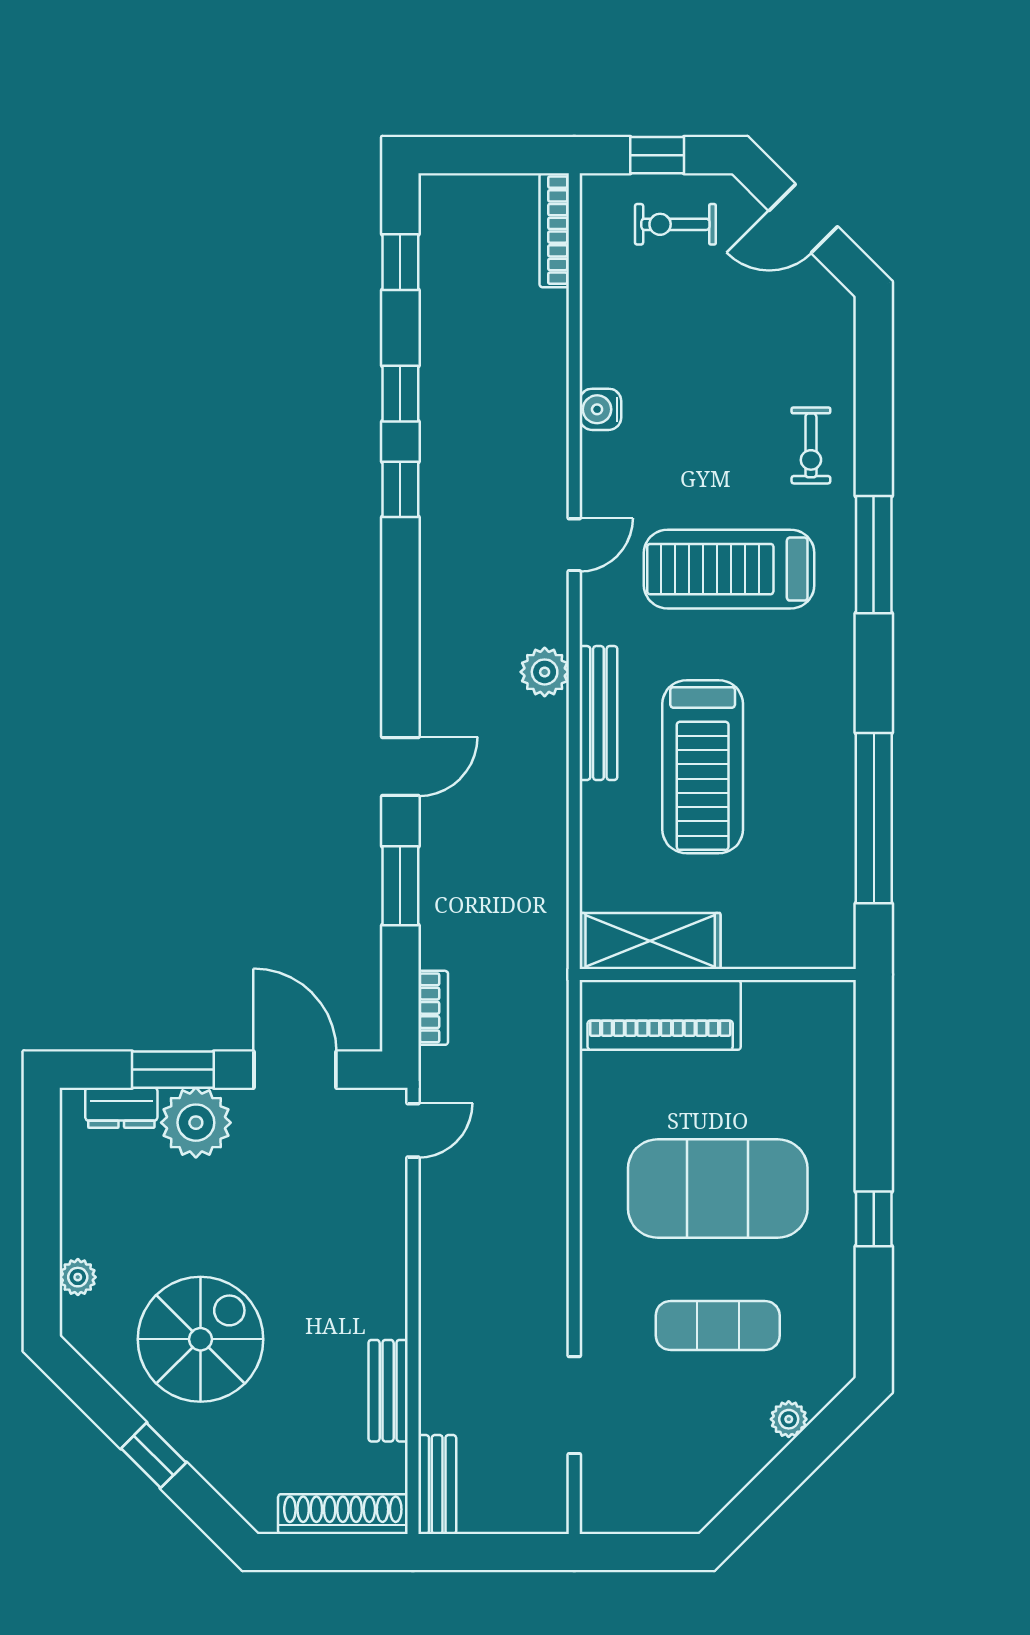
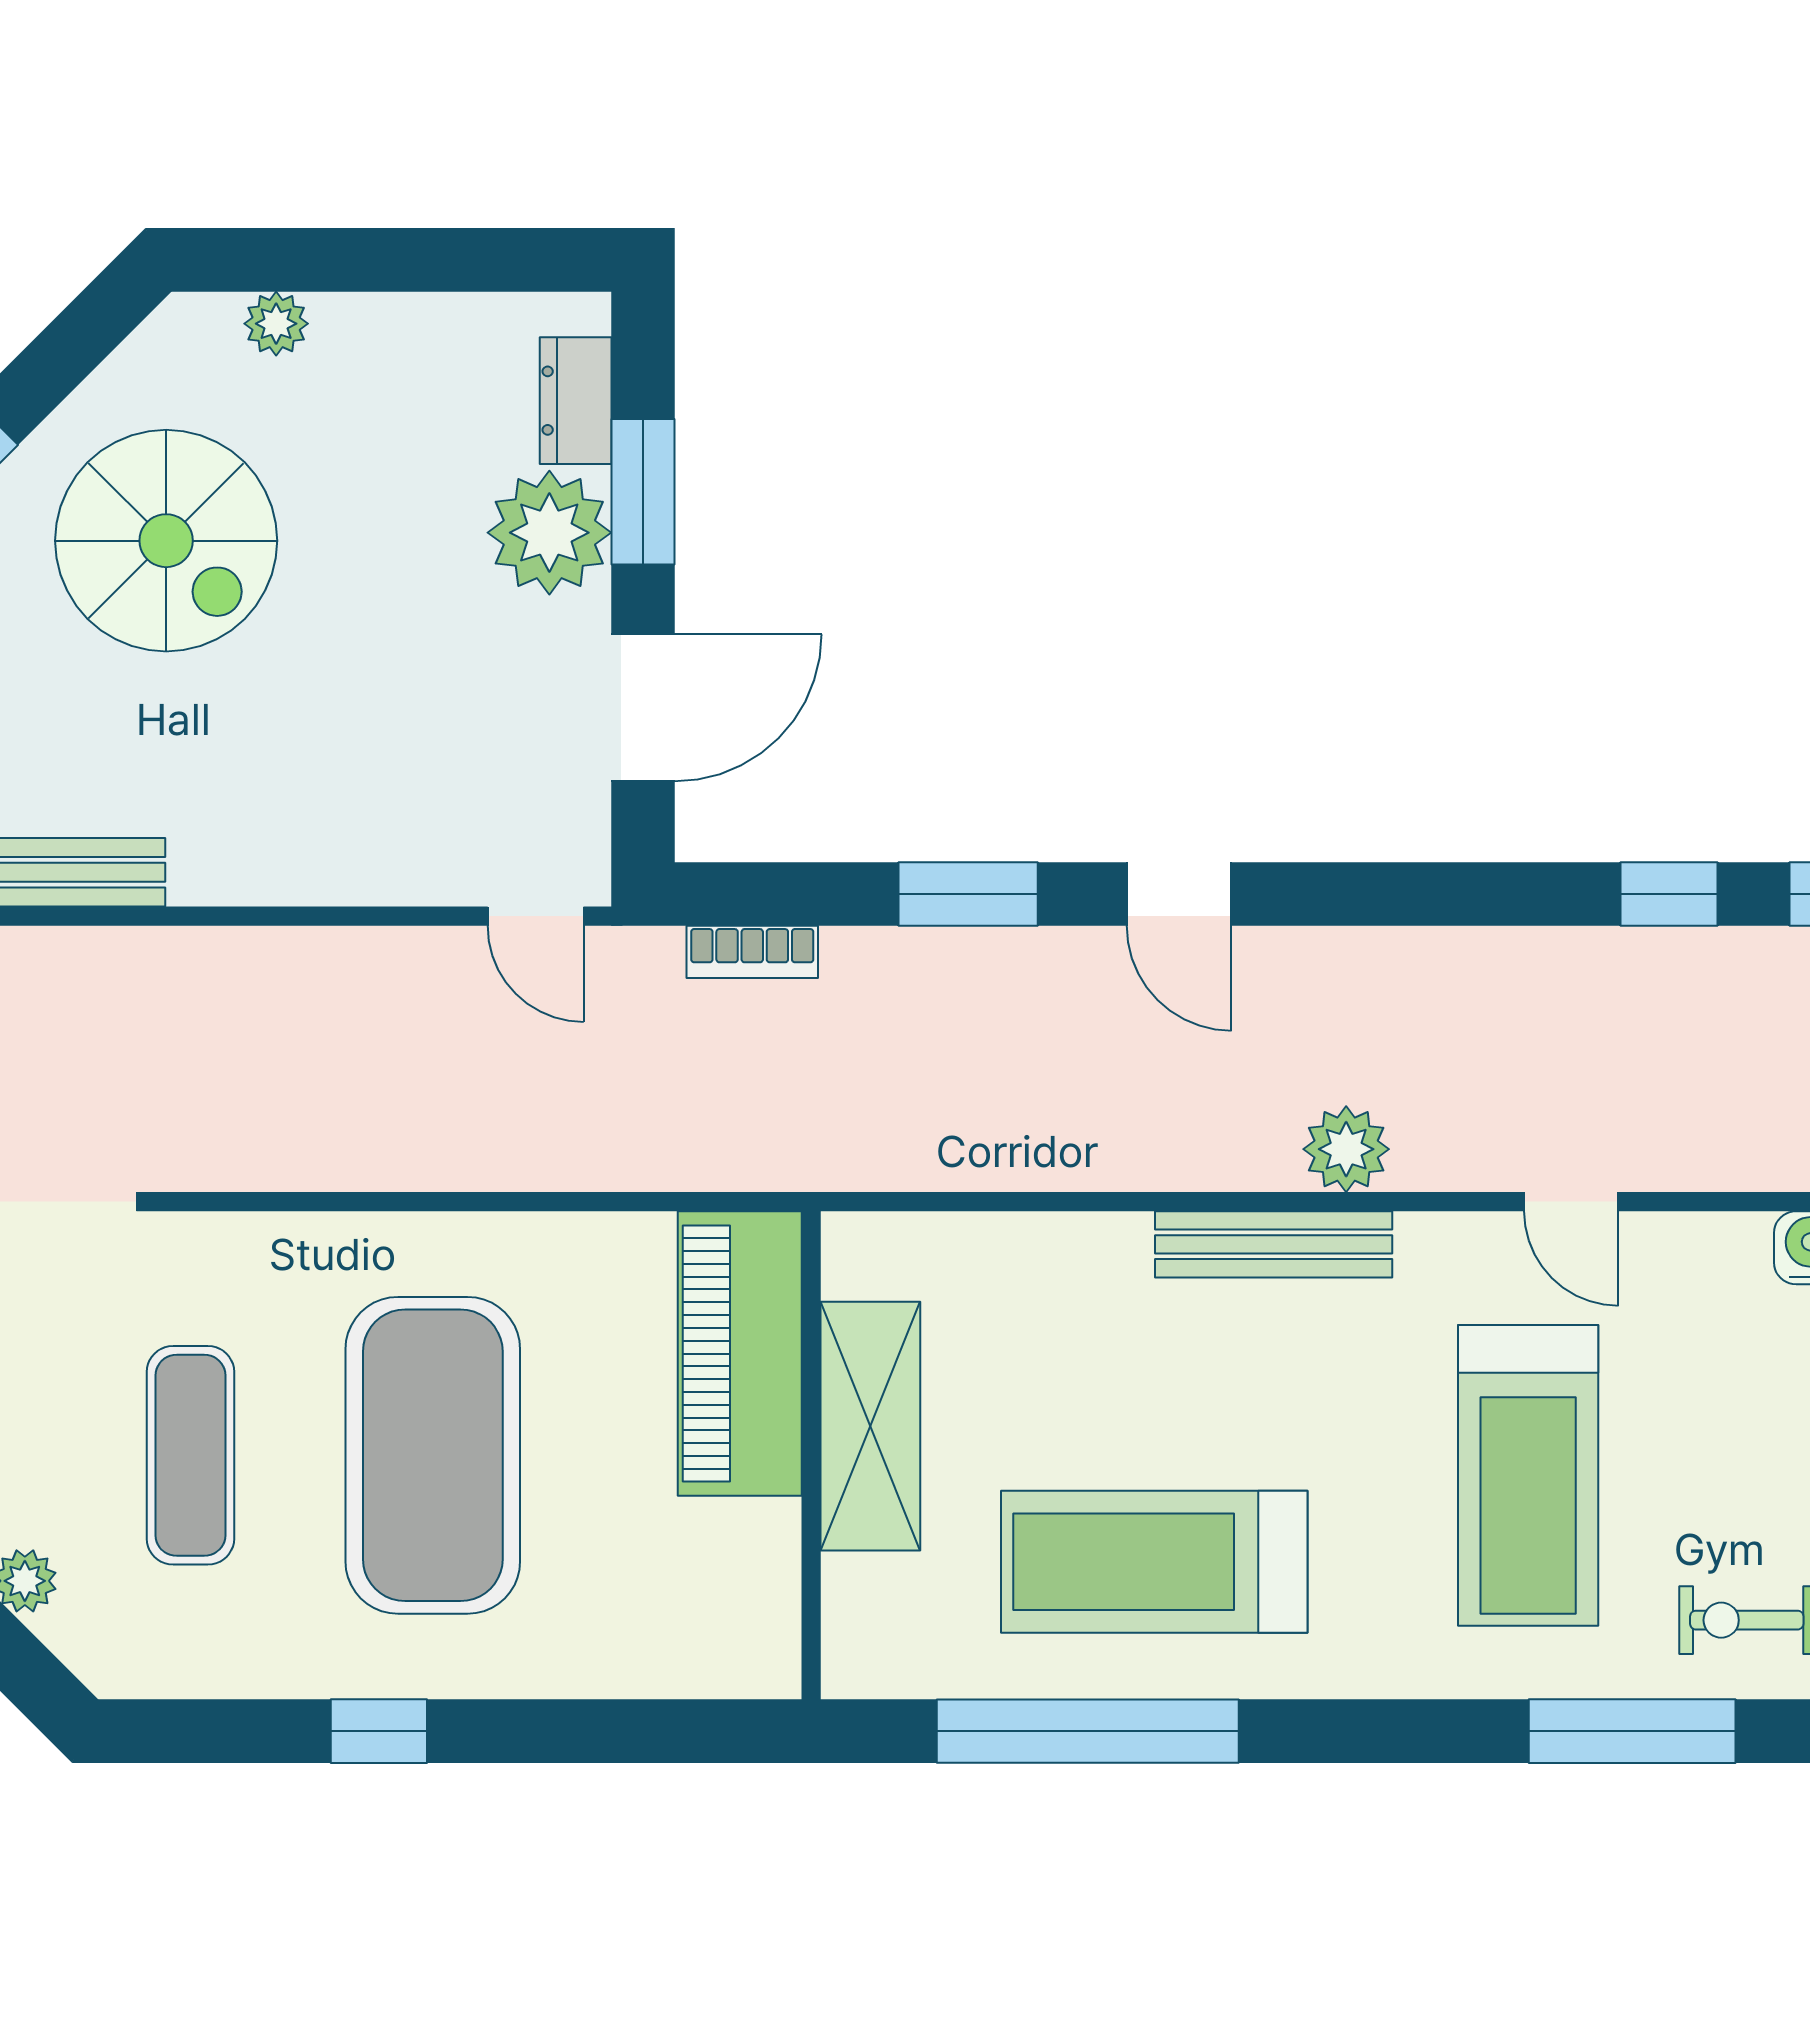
window: (874, 555) -> (1632, 1731), moved
treadmill: (729, 569) -> (1528, 1475), turned 180
treadmill: (703, 767) -> (1154, 1562), moved
shelving: (650, 941) -> (870, 1426), moved

